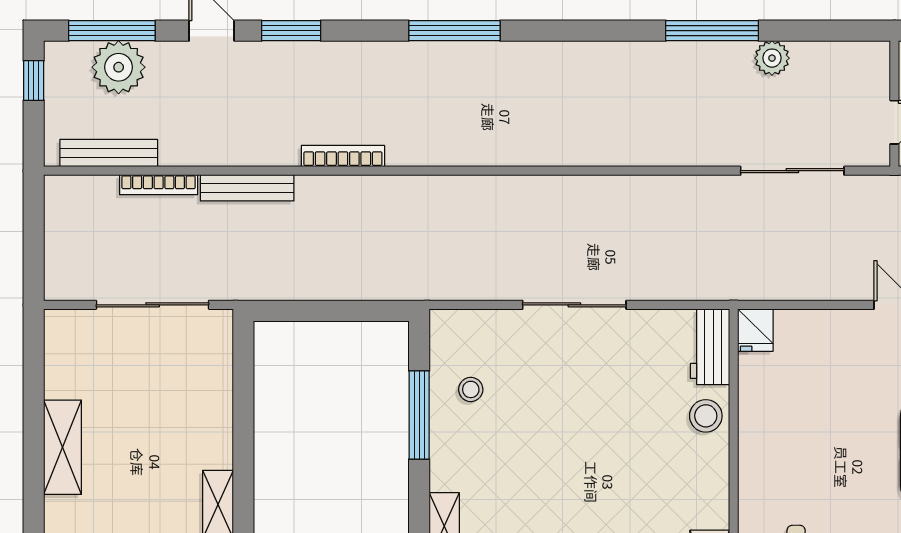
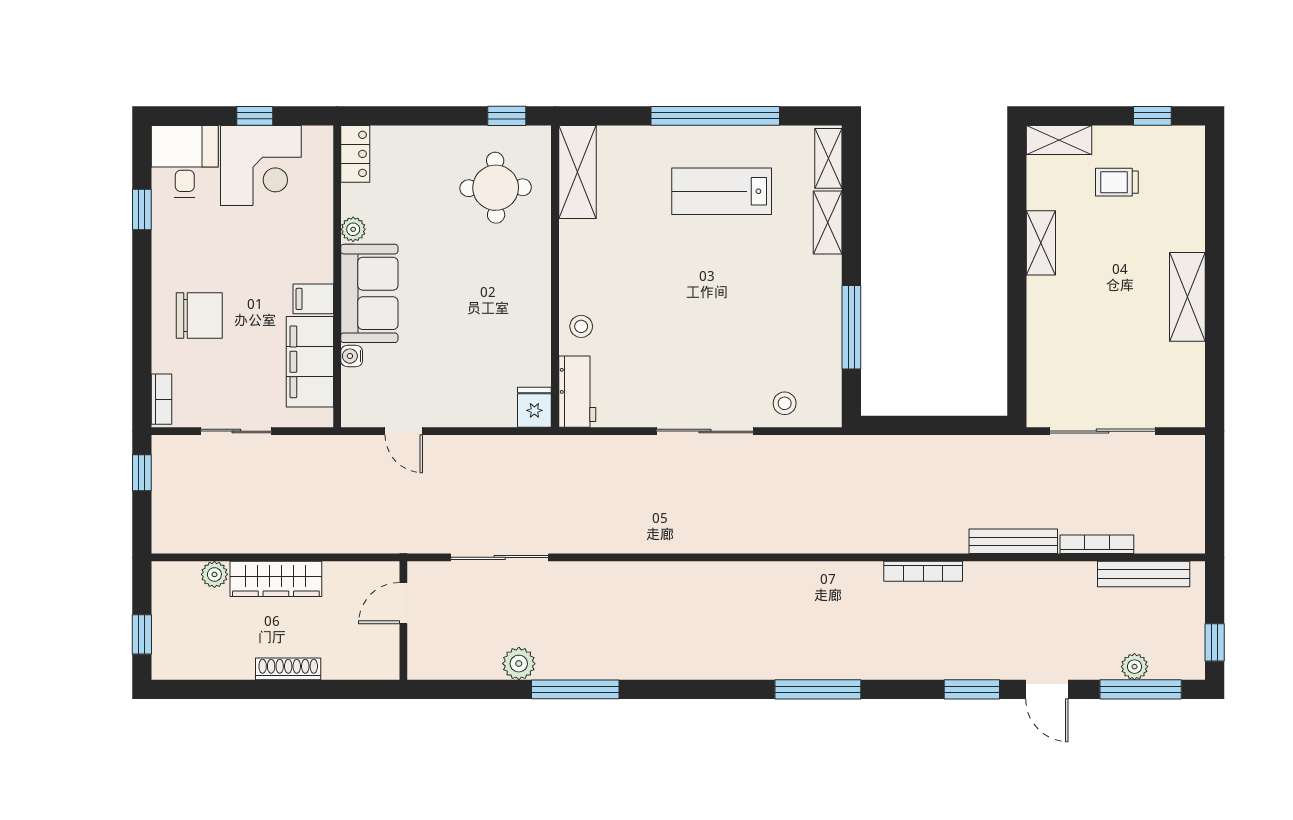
plant: (119, 67) -> (1134, 667), width x0.53, depth x0.53
stool: (471, 389) -> (785, 403), moved
stool: (706, 416) -> (581, 326), width x0.73, depth x0.73

